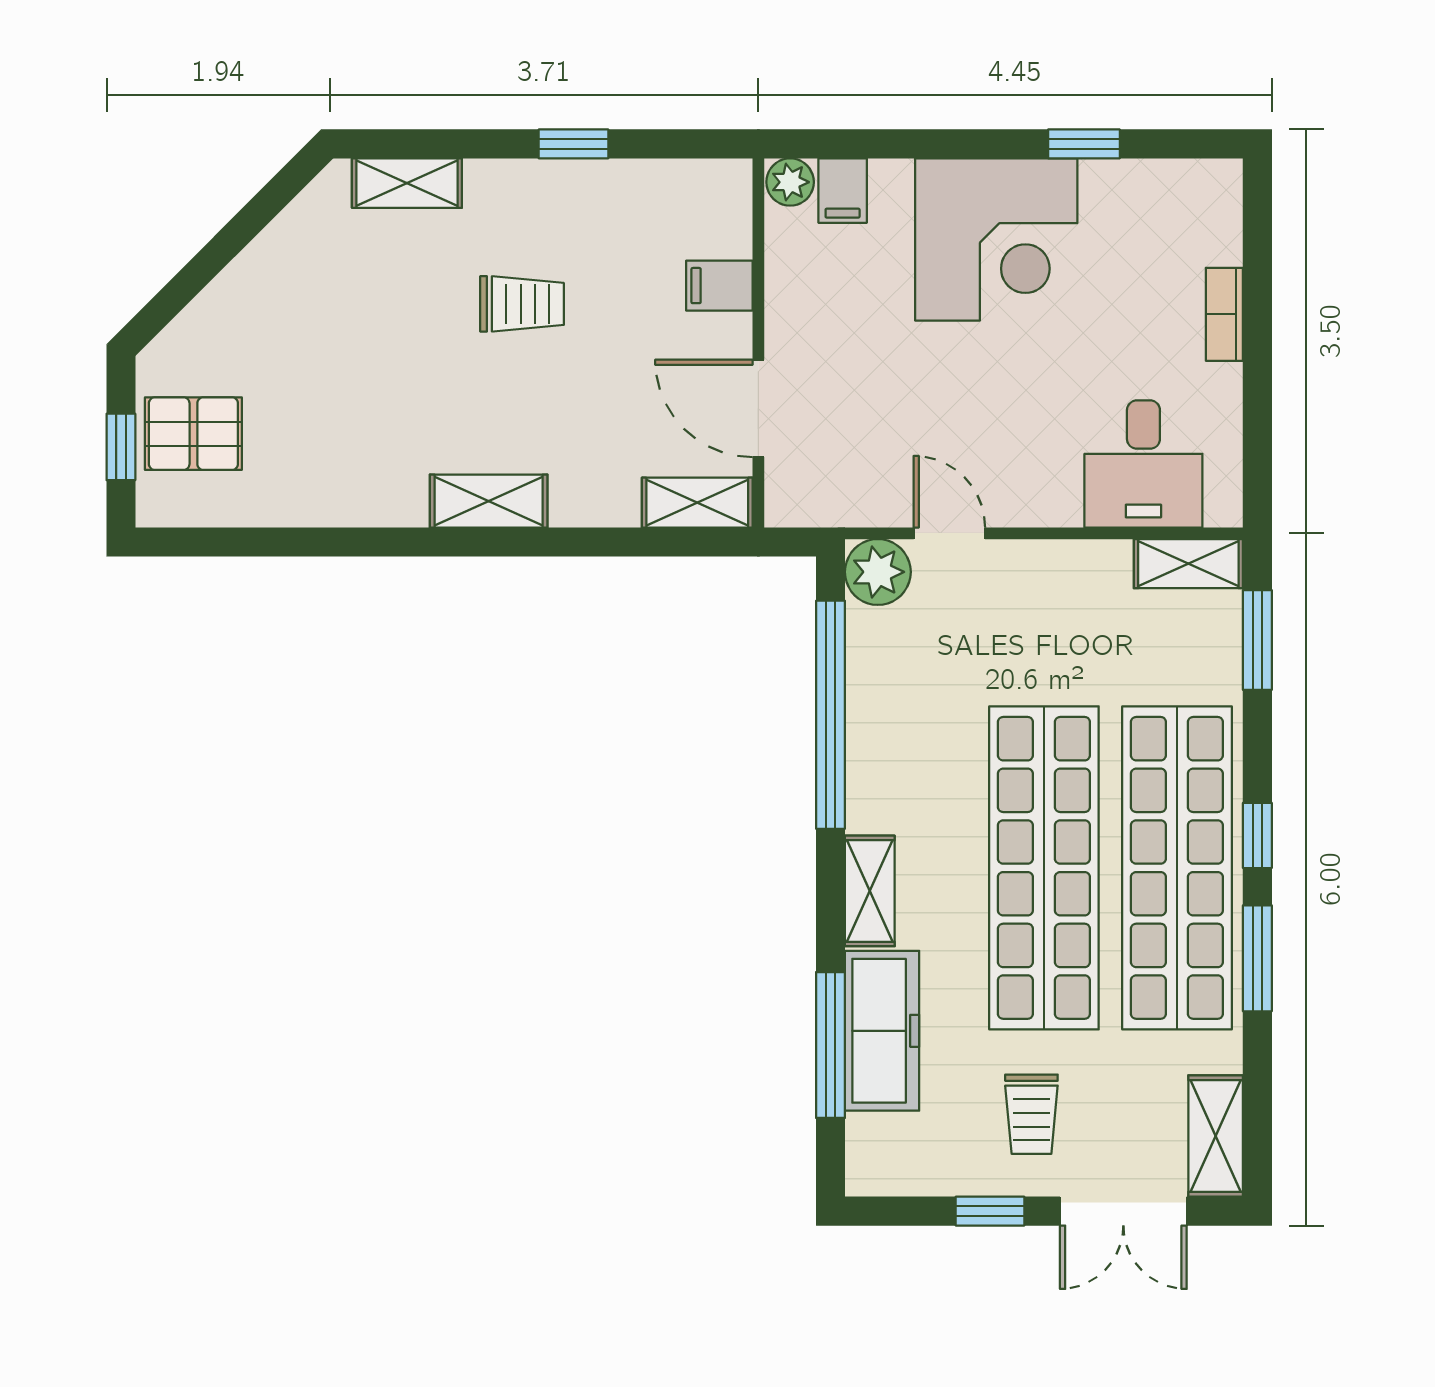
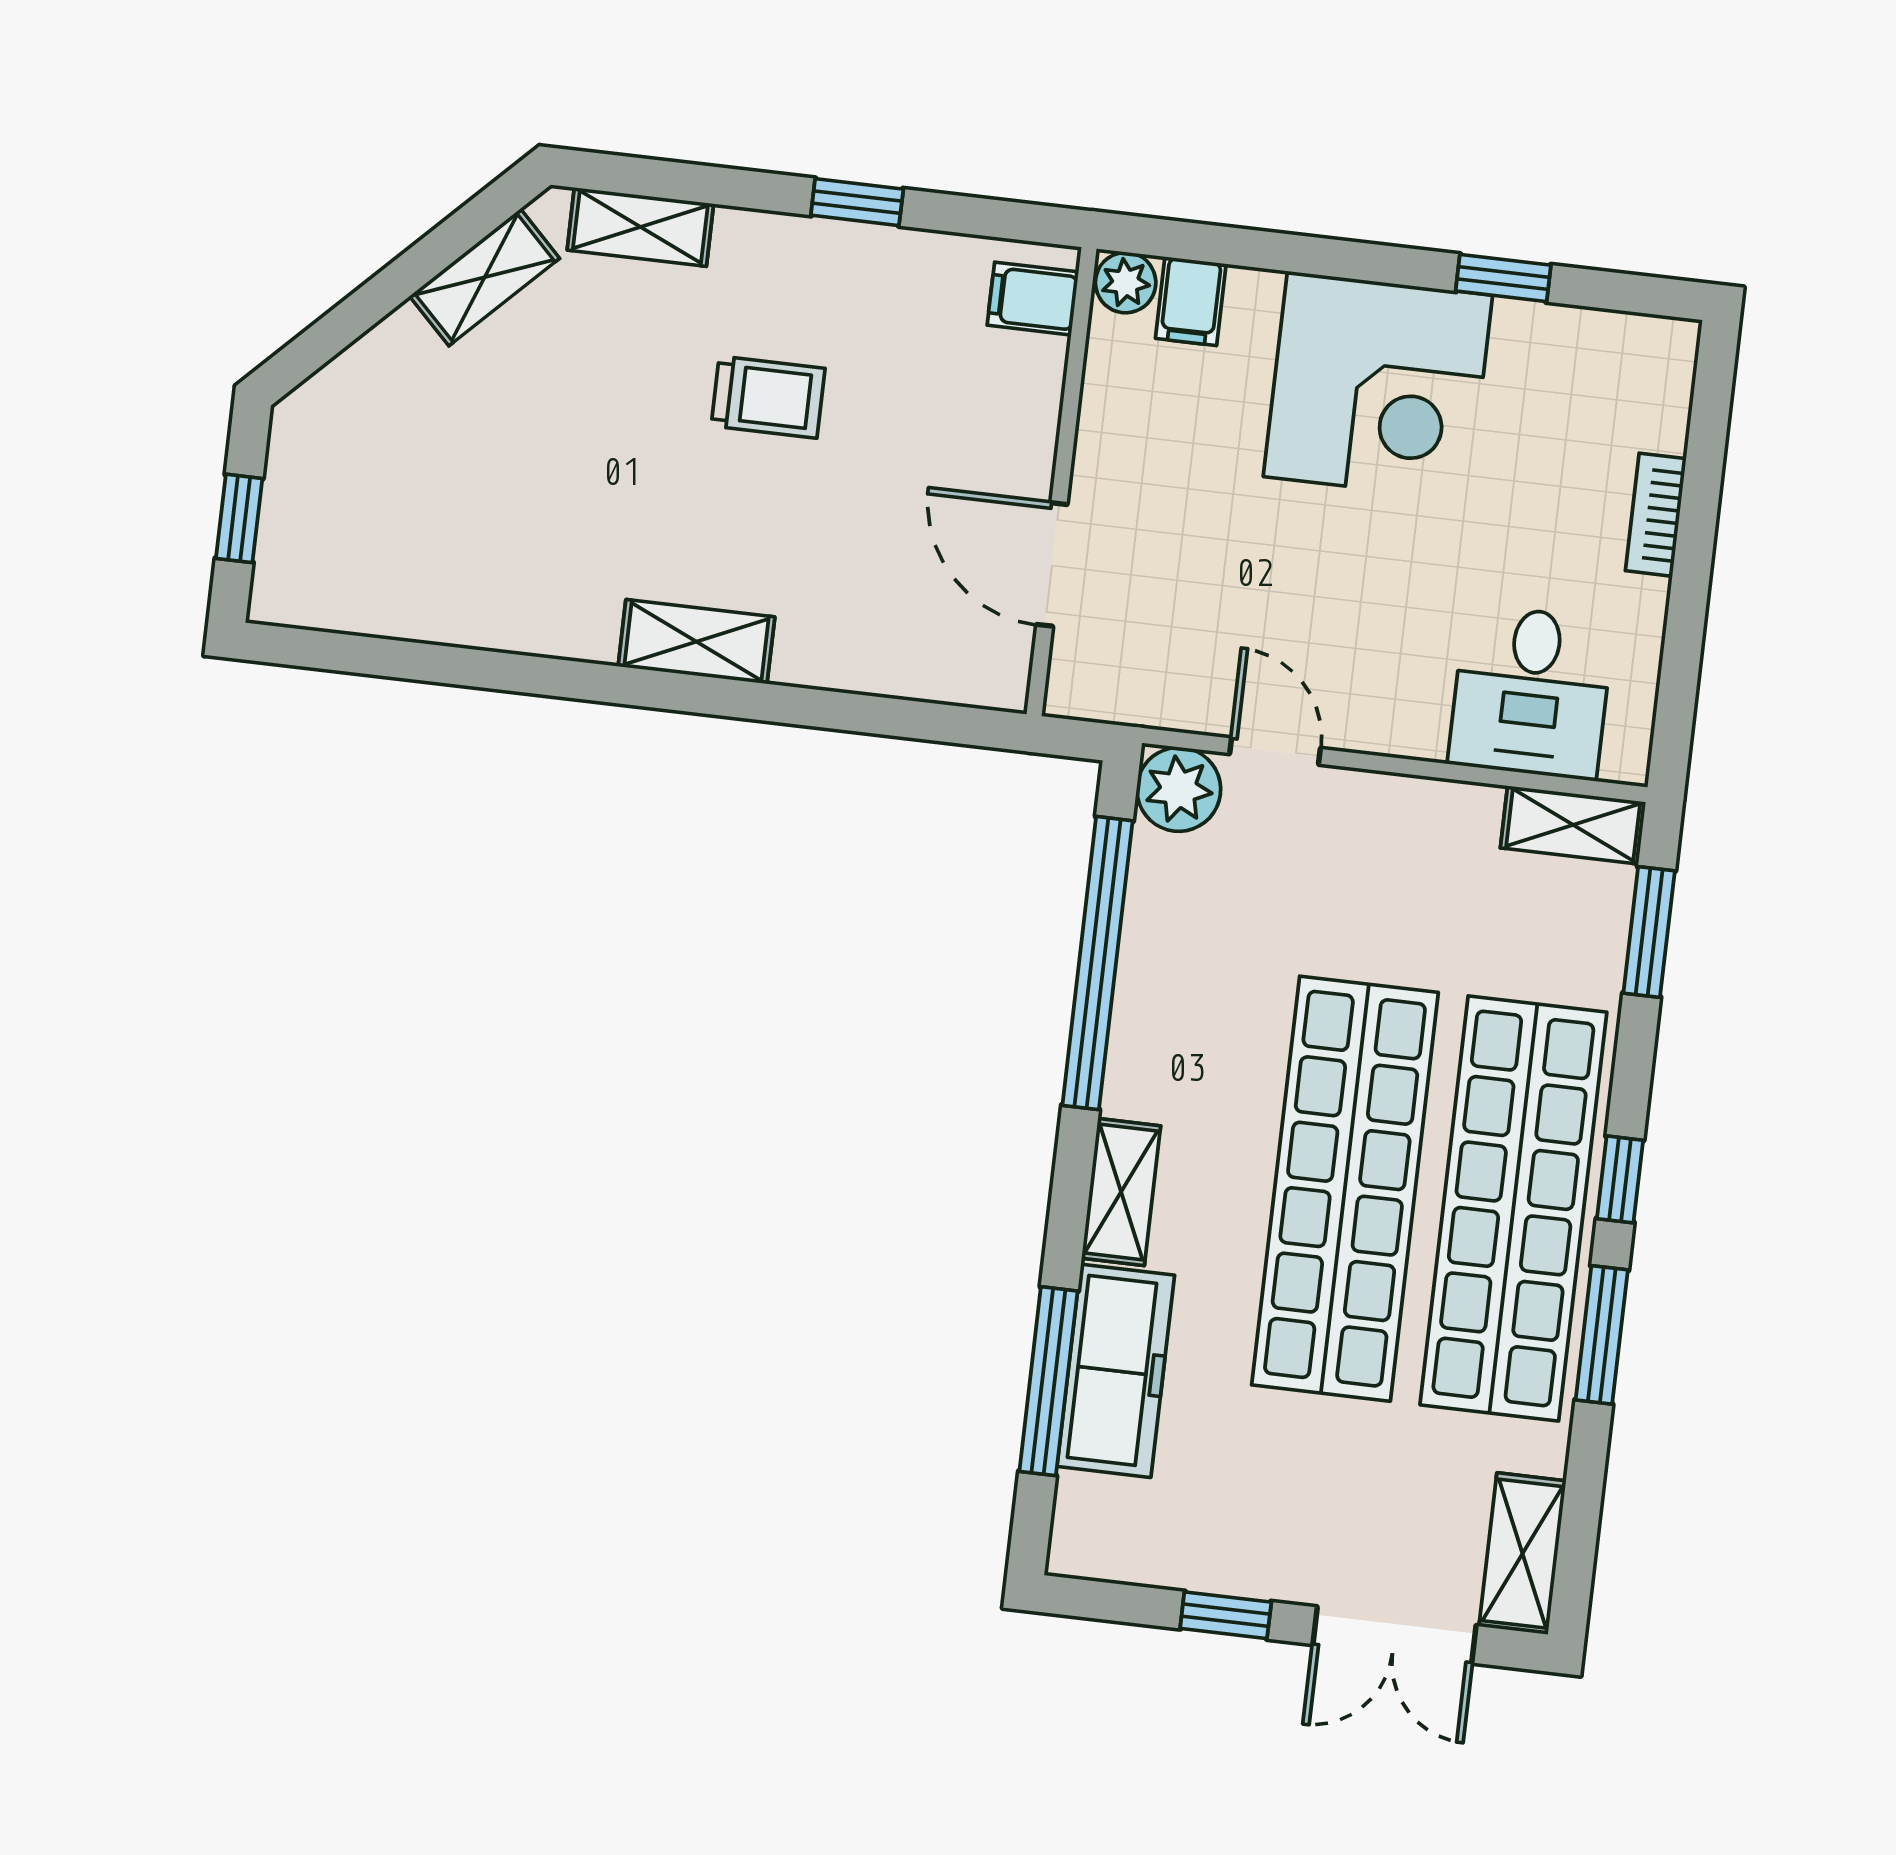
filing cabinet: (719, 286) -> (1033, 299), moved
pallet: (193, 434) -> (333, 512), removed
shelving: (697, 503) -> (485, 277), moved, turned -45
trolley: (1031, 1114) -> (1293, 1499), removed

